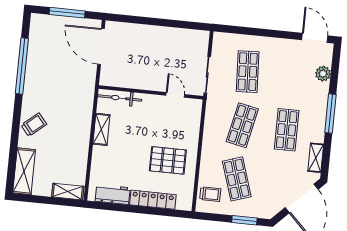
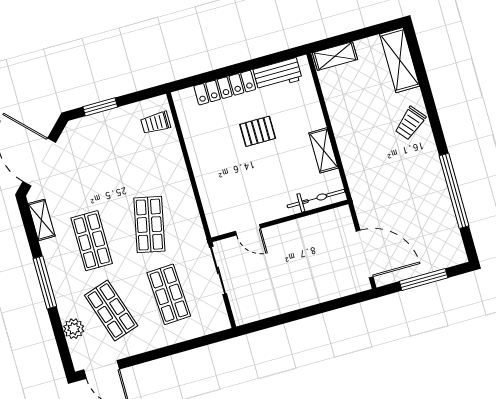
pallet: (168, 160) -> (258, 131), moved, width x0.67, depth x0.71
shop shelf: (237, 179) -> (111, 311), moved

